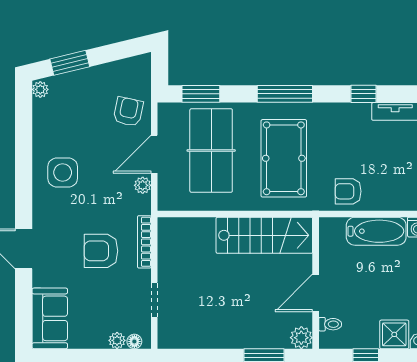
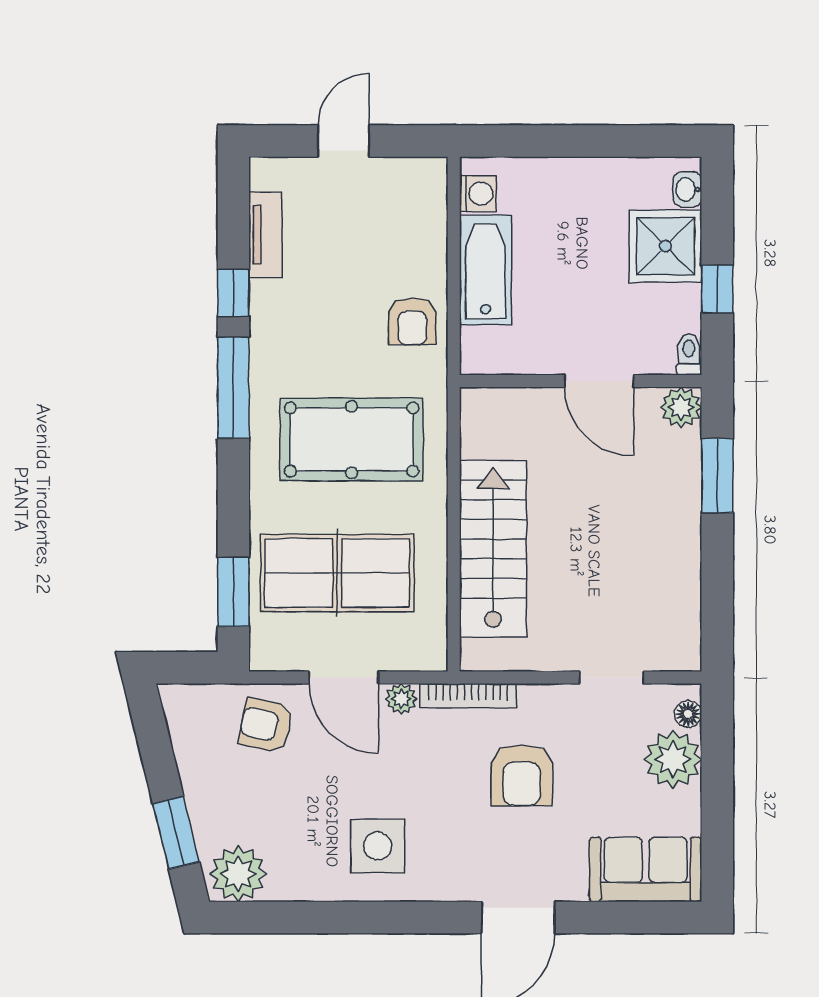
plant: (40, 89) -> (238, 874), width x1.88, depth x1.88
window: (285, 94) -> (233, 388), moved
stairs: (264, 235) -> (493, 549), moved
bookcase: (144, 242) -> (468, 696), moved
toilet: (330, 324) -> (689, 354), moved
shower: (394, 334) -> (665, 246), width x1.36, depth x1.36
plant: (117, 340) -> (673, 759), width x1.88, depth x1.88

